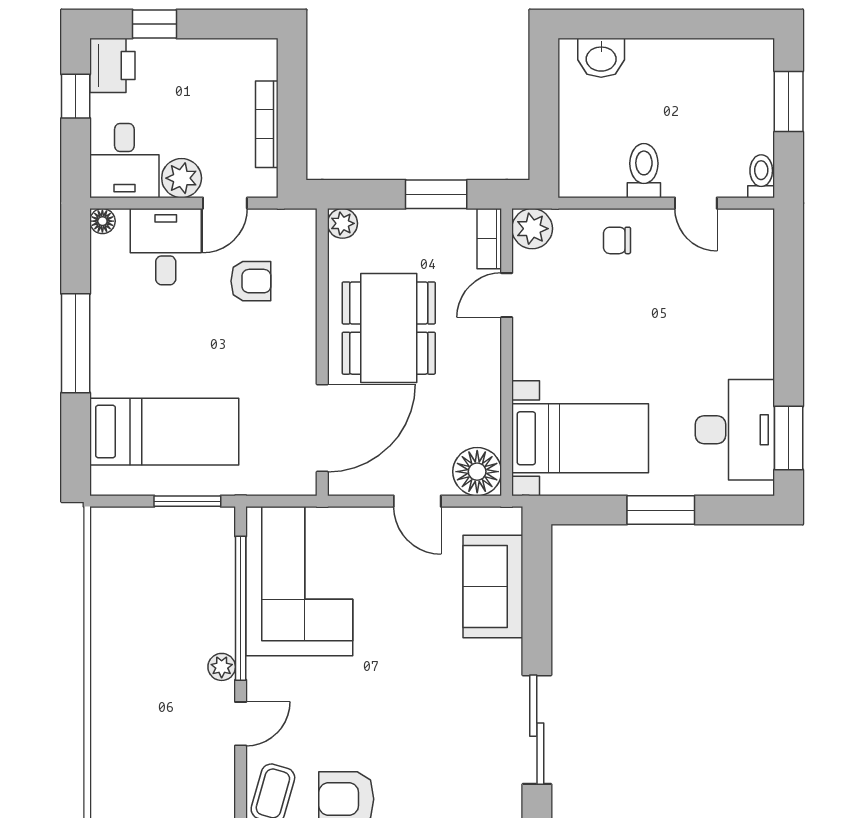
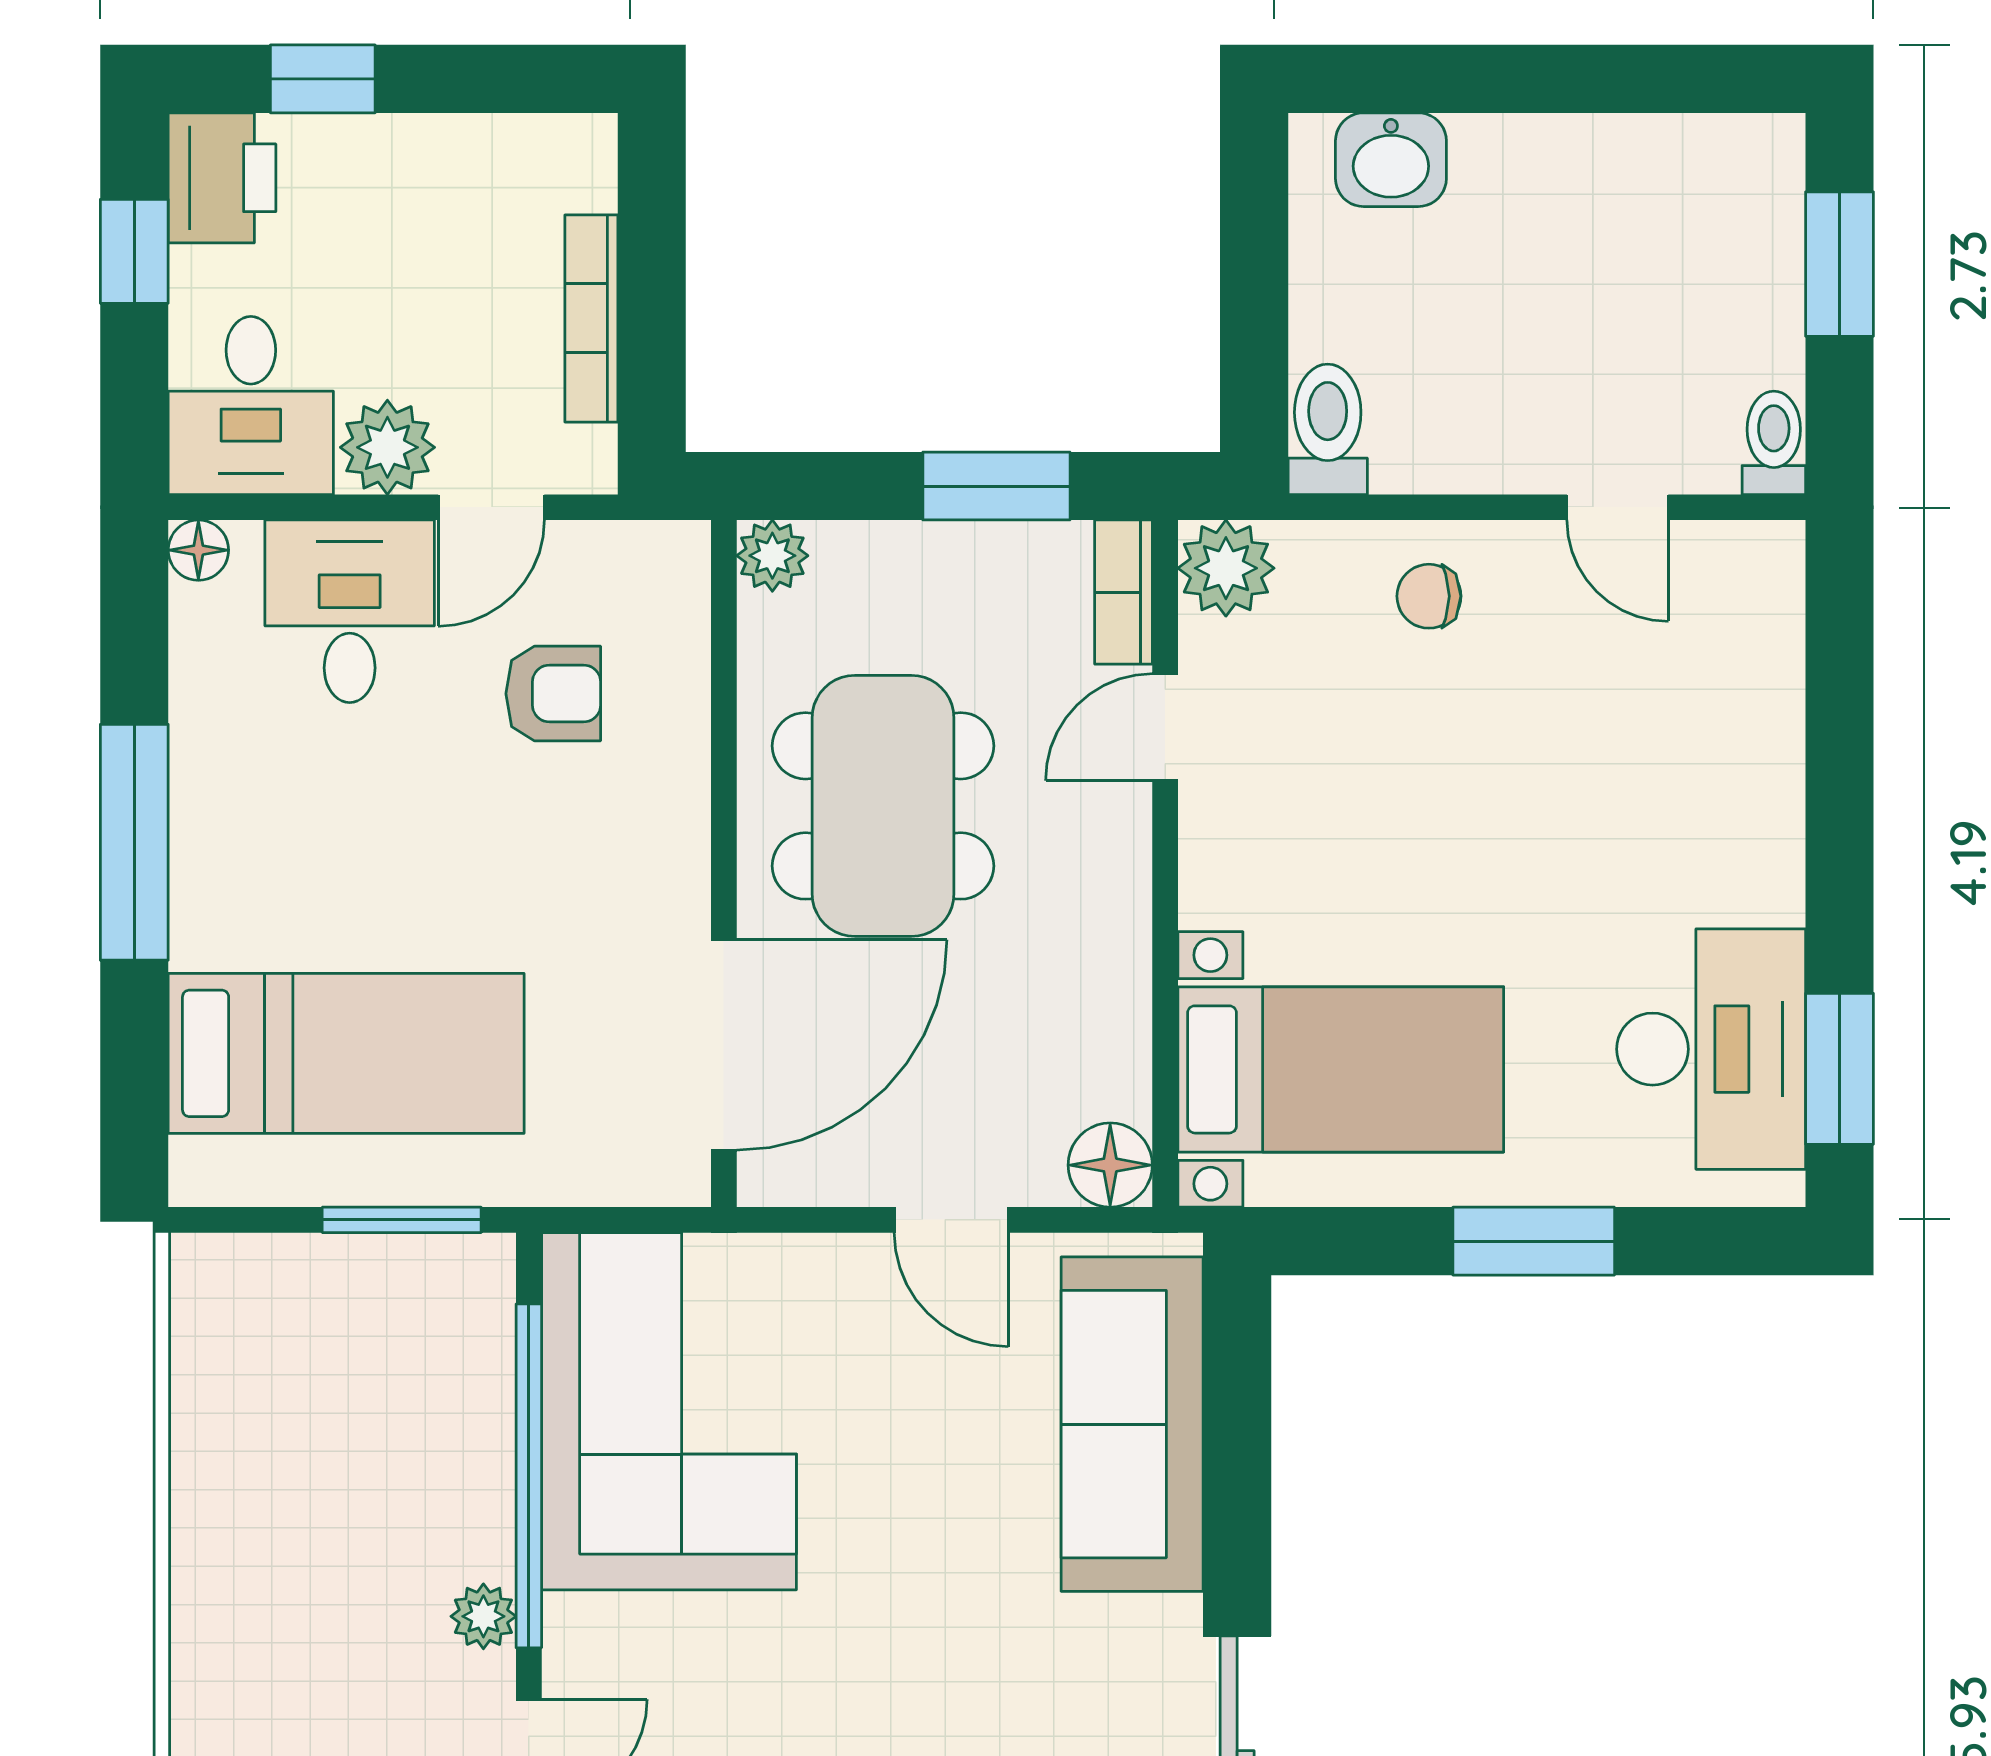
toilet: (644, 171) -> (1328, 429), moved
floor lamp: (477, 472) -> (1110, 1165), width x0.73, depth x0.73
sofa: (493, 587) -> (1132, 1424), width x1.36

